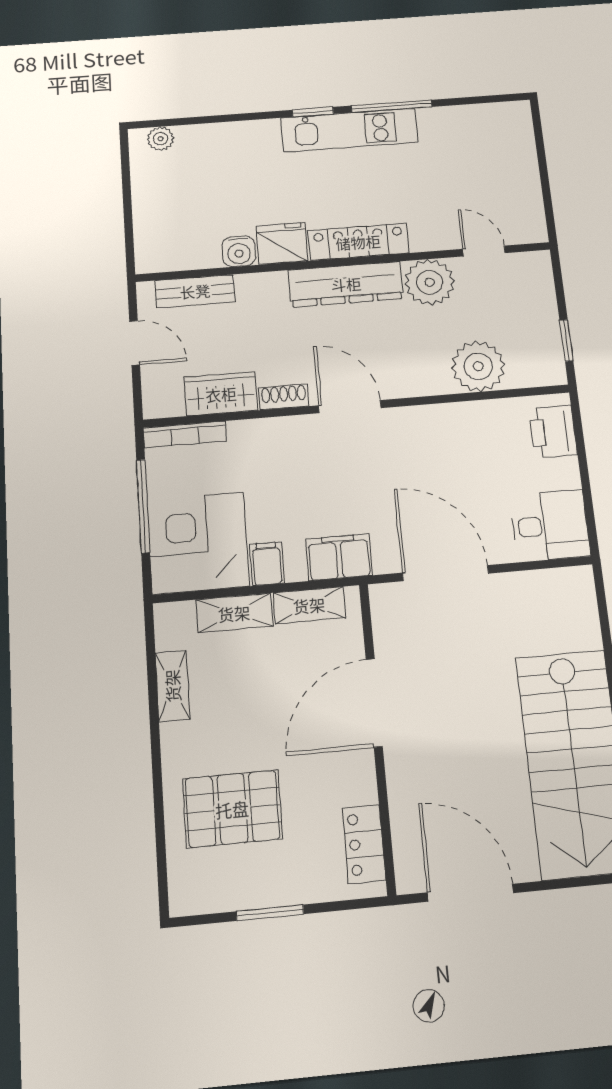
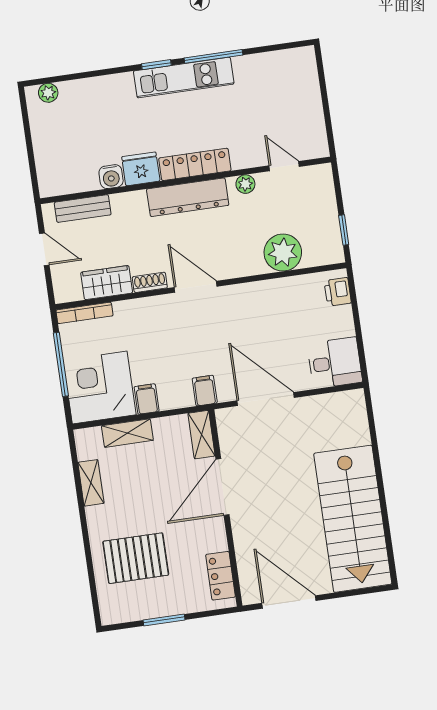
plant: (430, 282) -> (245, 184), width x0.53, depth x0.53
printer: (553, 432) -> (338, 292), width x0.73, depth x0.81
filing cabinet: (339, 557) -> (205, 391), width x0.50
shelving: (309, 605) -> (201, 435), moved, turned 90

